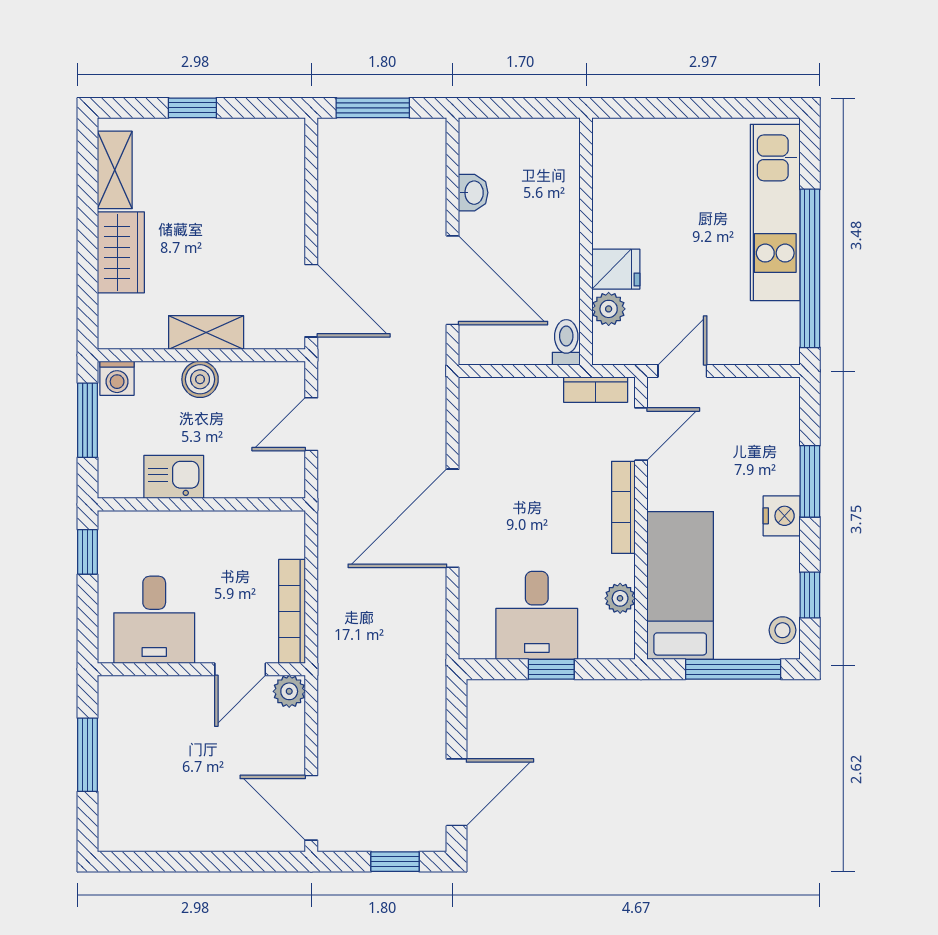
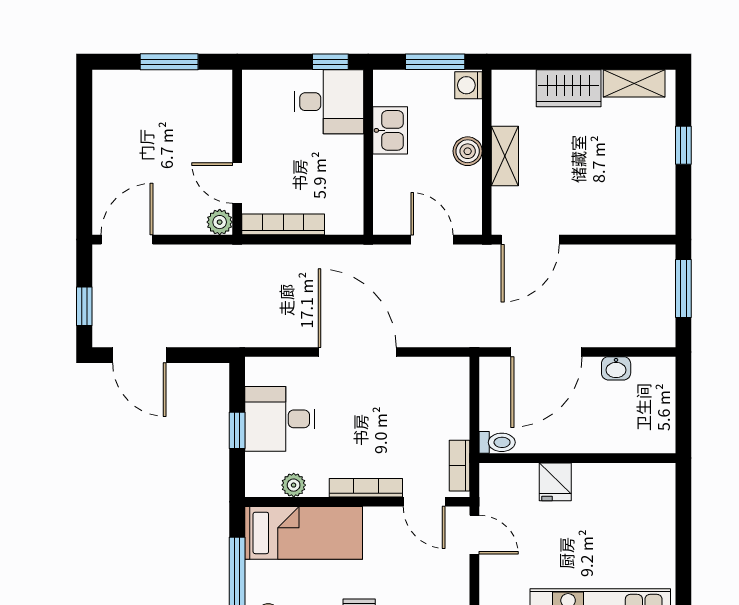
plant: (609, 309) -> (524, 476), removed
desk: (154, 620) -> (329, 102), moved, turned 180

